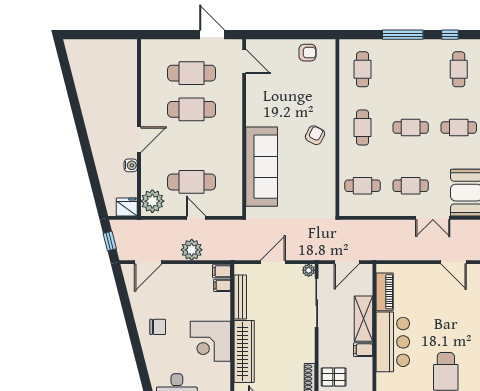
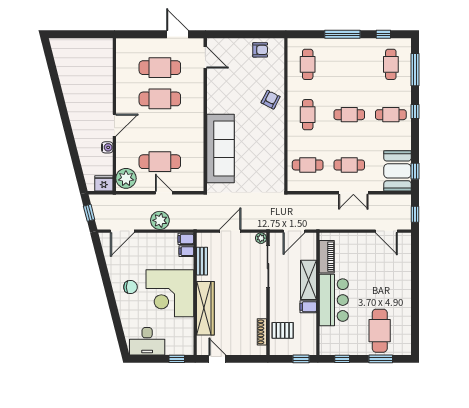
armchair: (315, 135) -> (271, 100), moved
double door: (433, 218) -> (353, 193), moved
bench: (240, 297) -> (202, 261), width x0.73
corner desk: (210, 341) -> (170, 293), width x1.36, depth x1.36

